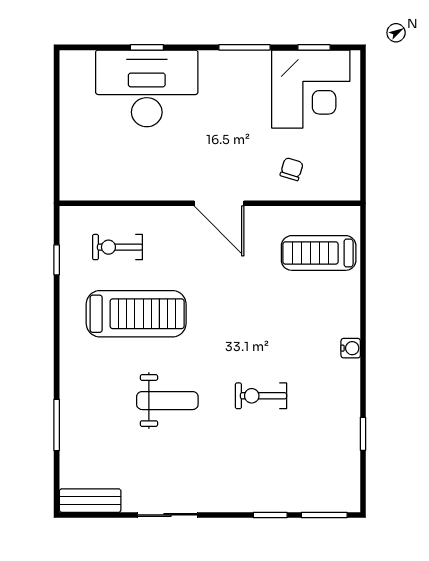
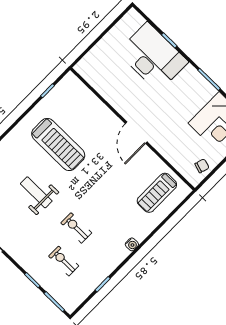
chair: (292, 169) -> (202, 166), moved
exercise bike: (117, 247) -> (64, 261), moved
treadmill: (319, 253) -> (157, 193), turned -90
weight bench: (167, 401) -> (36, 192), turned 180

